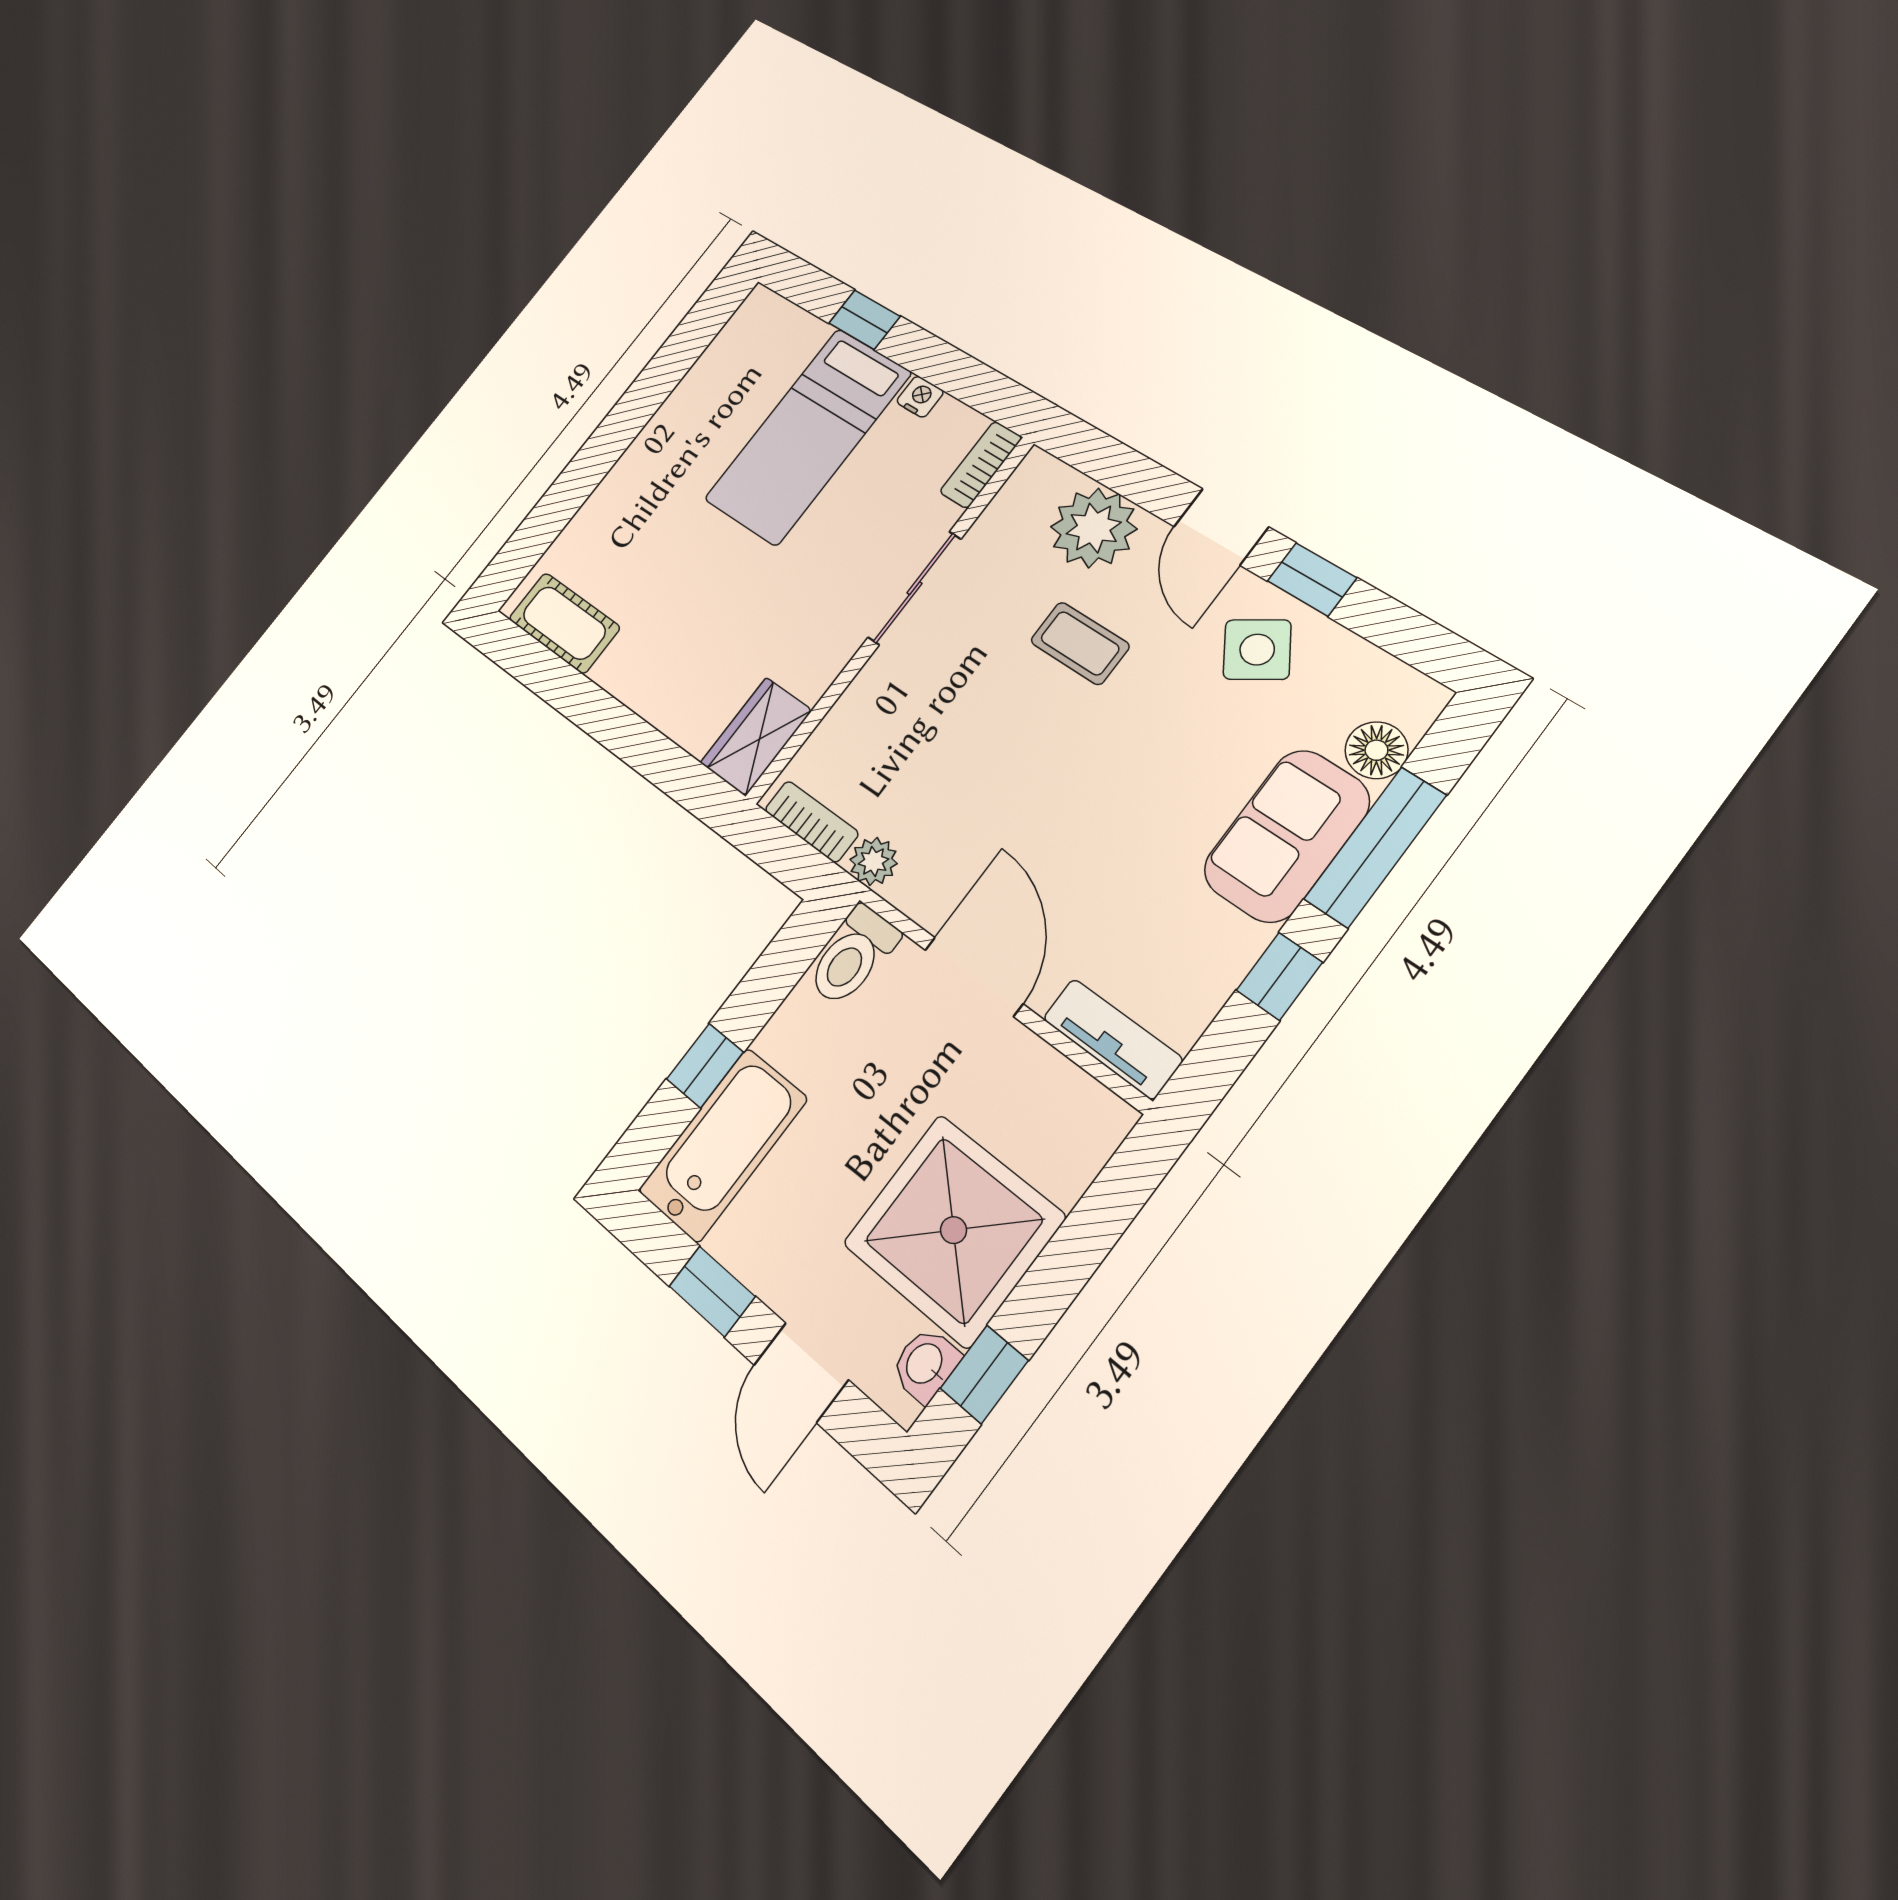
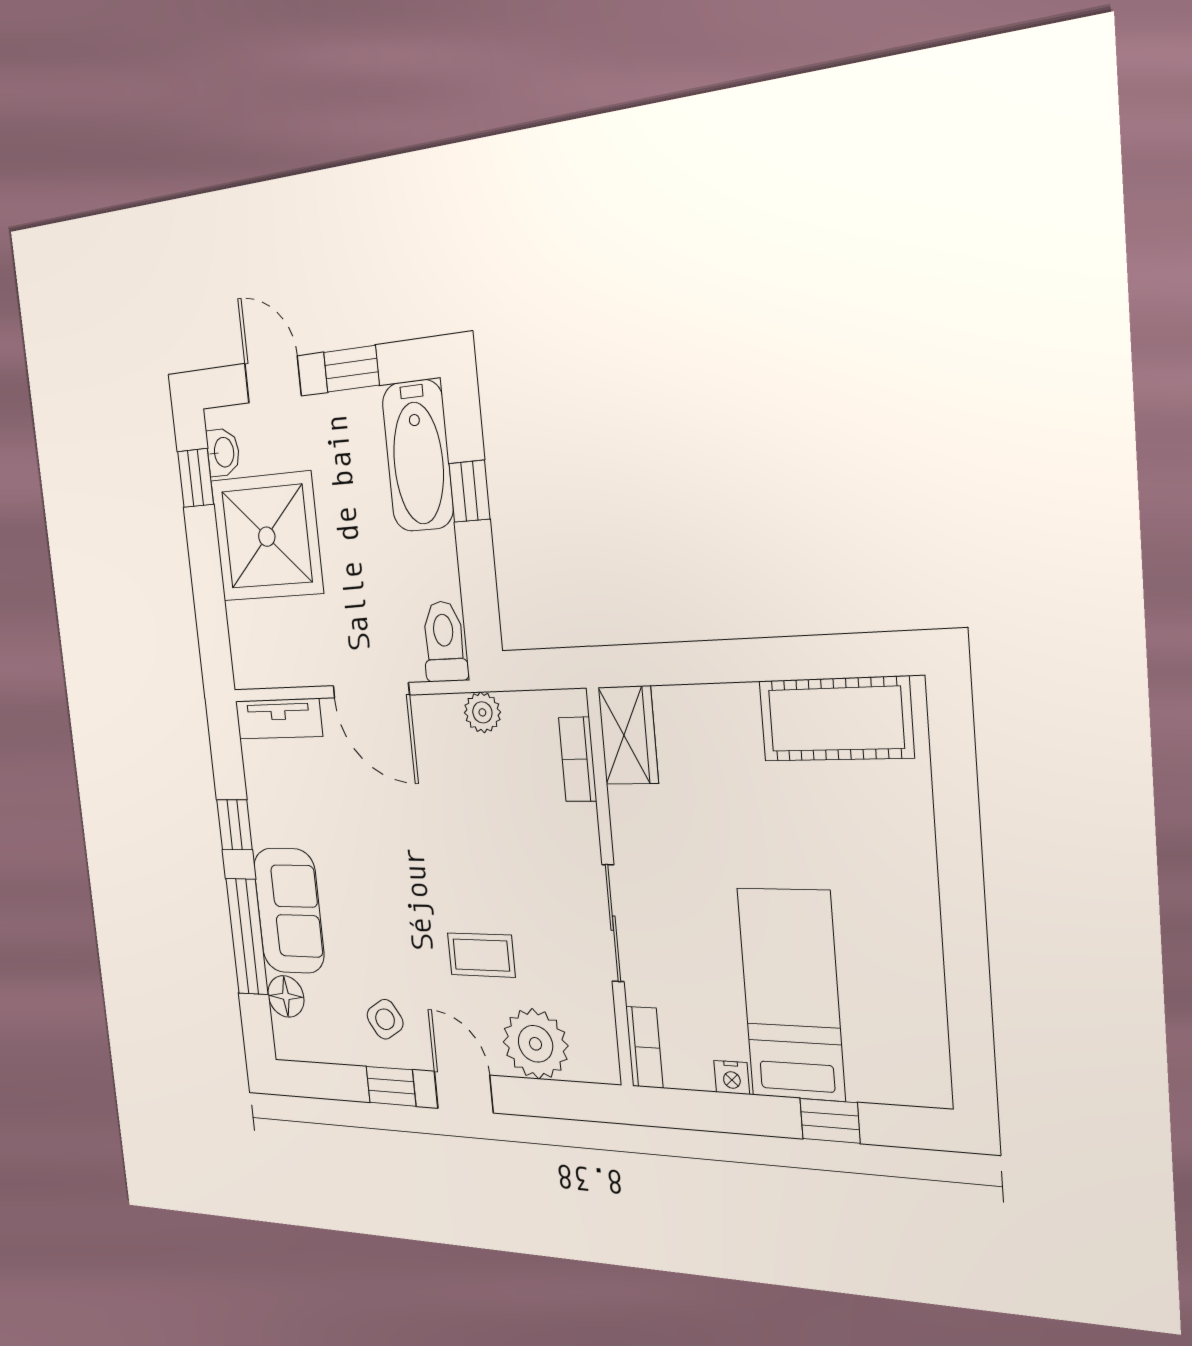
cot: (564, 623) -> (836, 719), width x1.37, depth x1.34
side table: (1257, 650) -> (385, 1019), width x0.73, depth x0.73
bookcase: (812, 822) -> (578, 759), moved, turned 90

